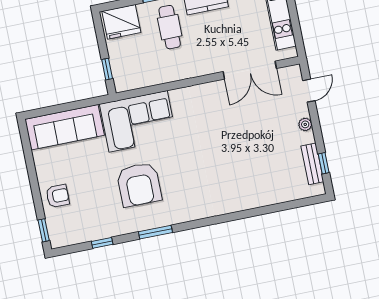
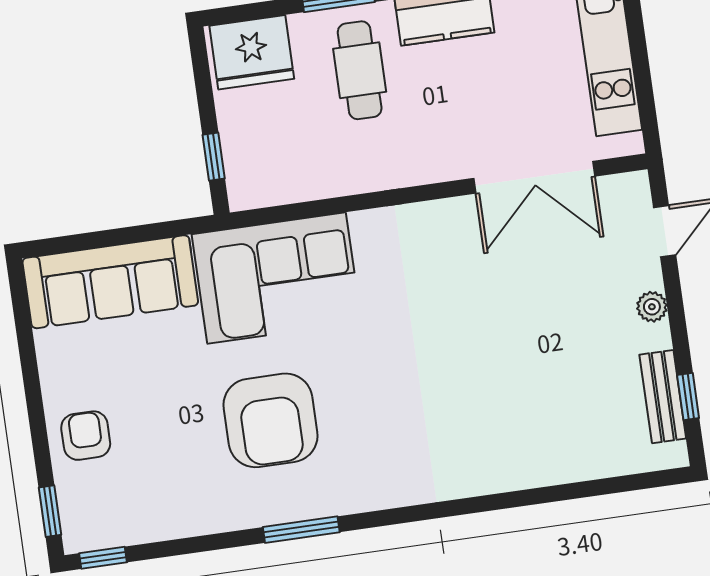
armchair: (58, 196) -> (86, 436), turned -90
window: (102, 243) -> (103, 558), moved

